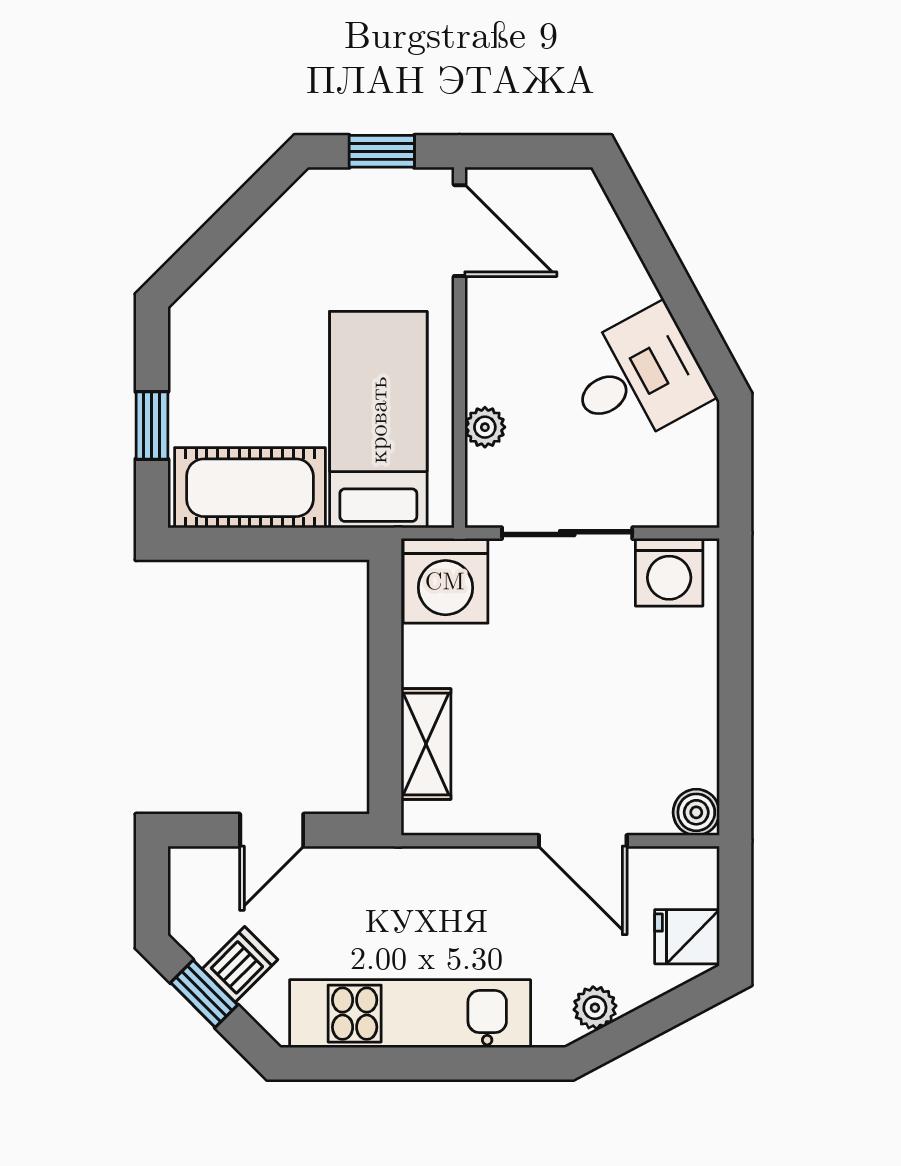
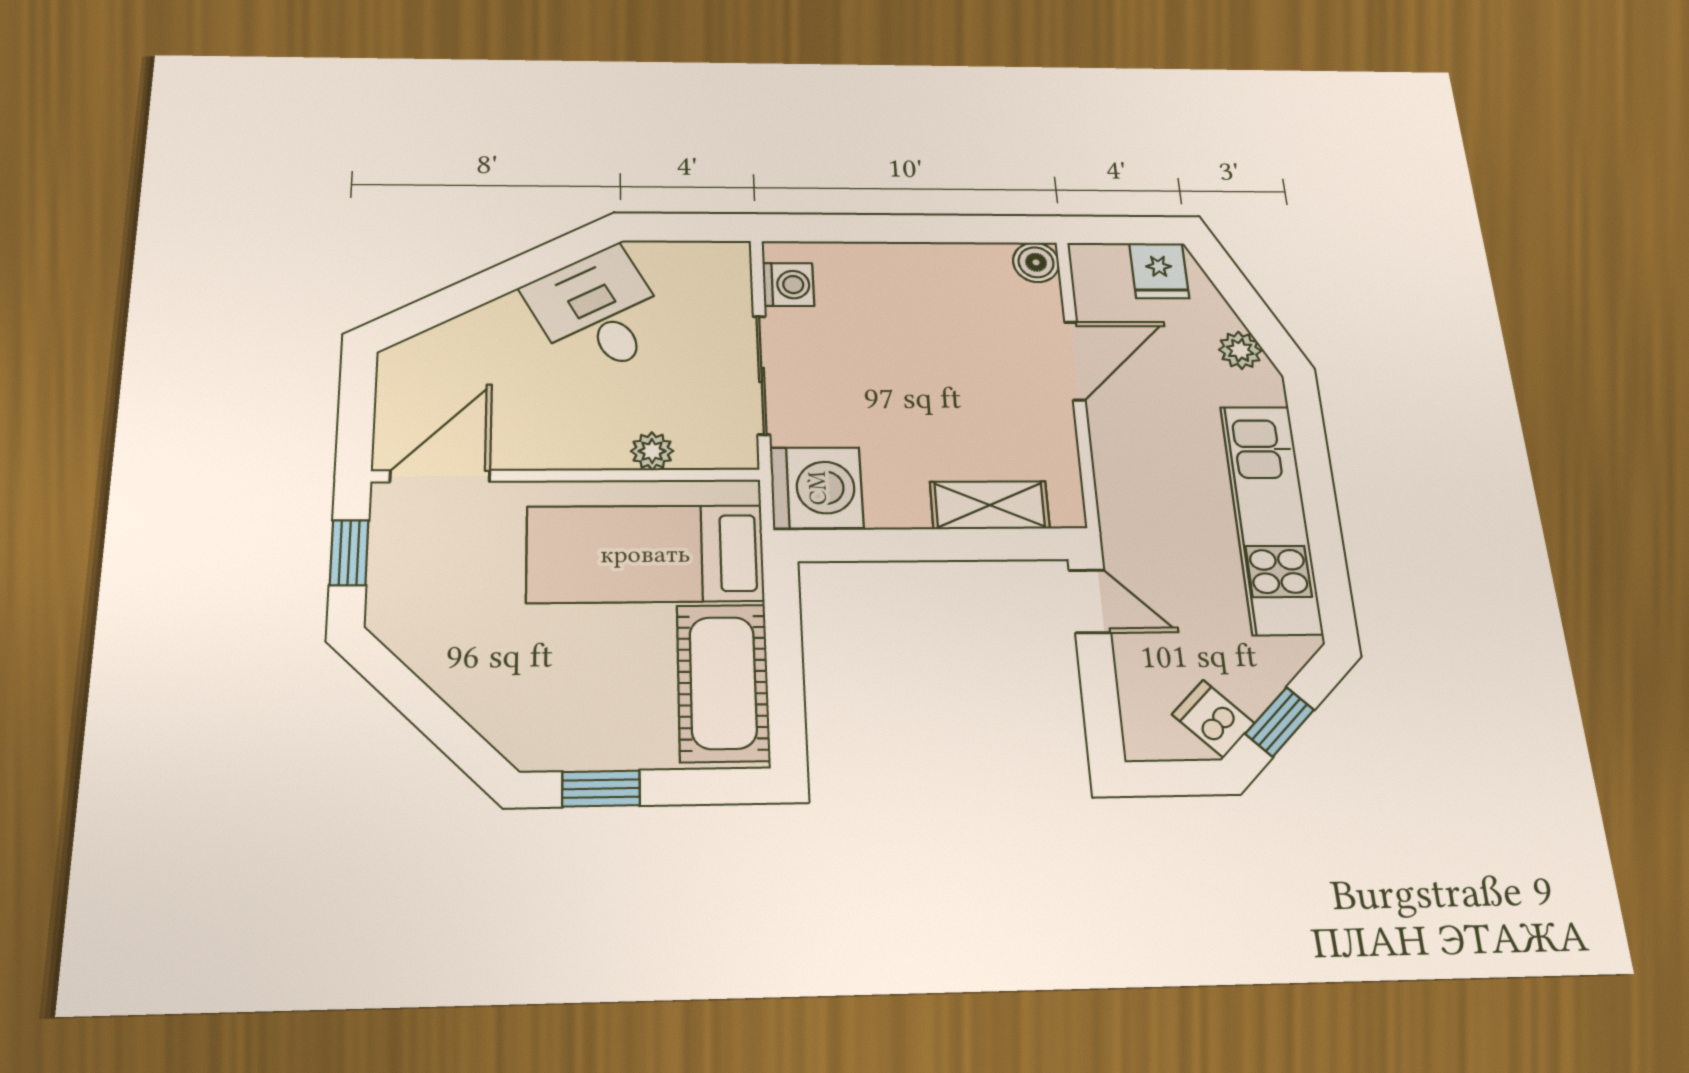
window: (152, 425) -> (601, 789), moved
washing machine: (669, 572) -> (788, 285), width x0.73, depth x0.73
door: (272, 830) -> (1090, 601), moved
dishwasher: (240, 964) -> (1213, 719), moved

